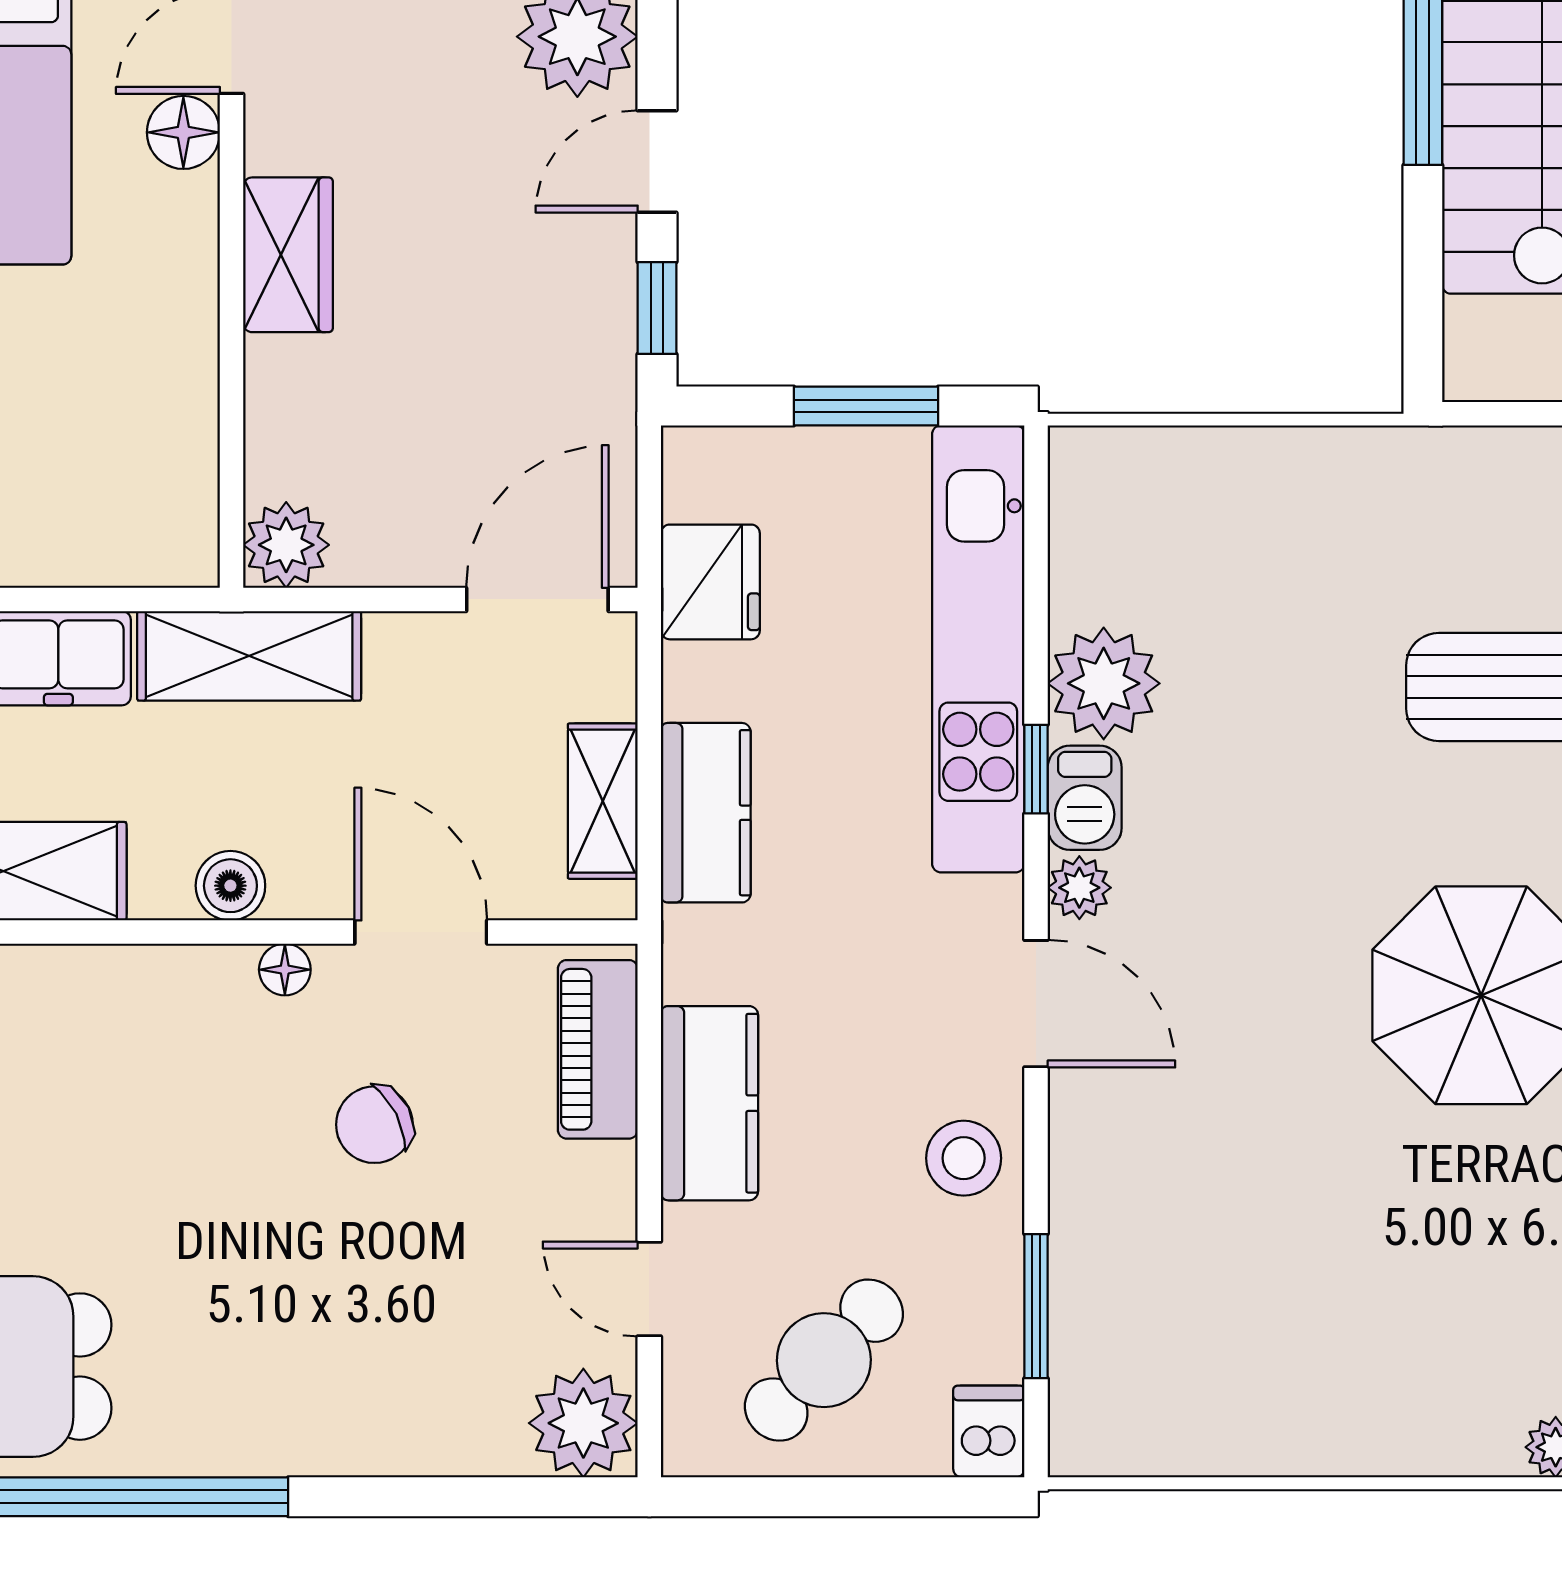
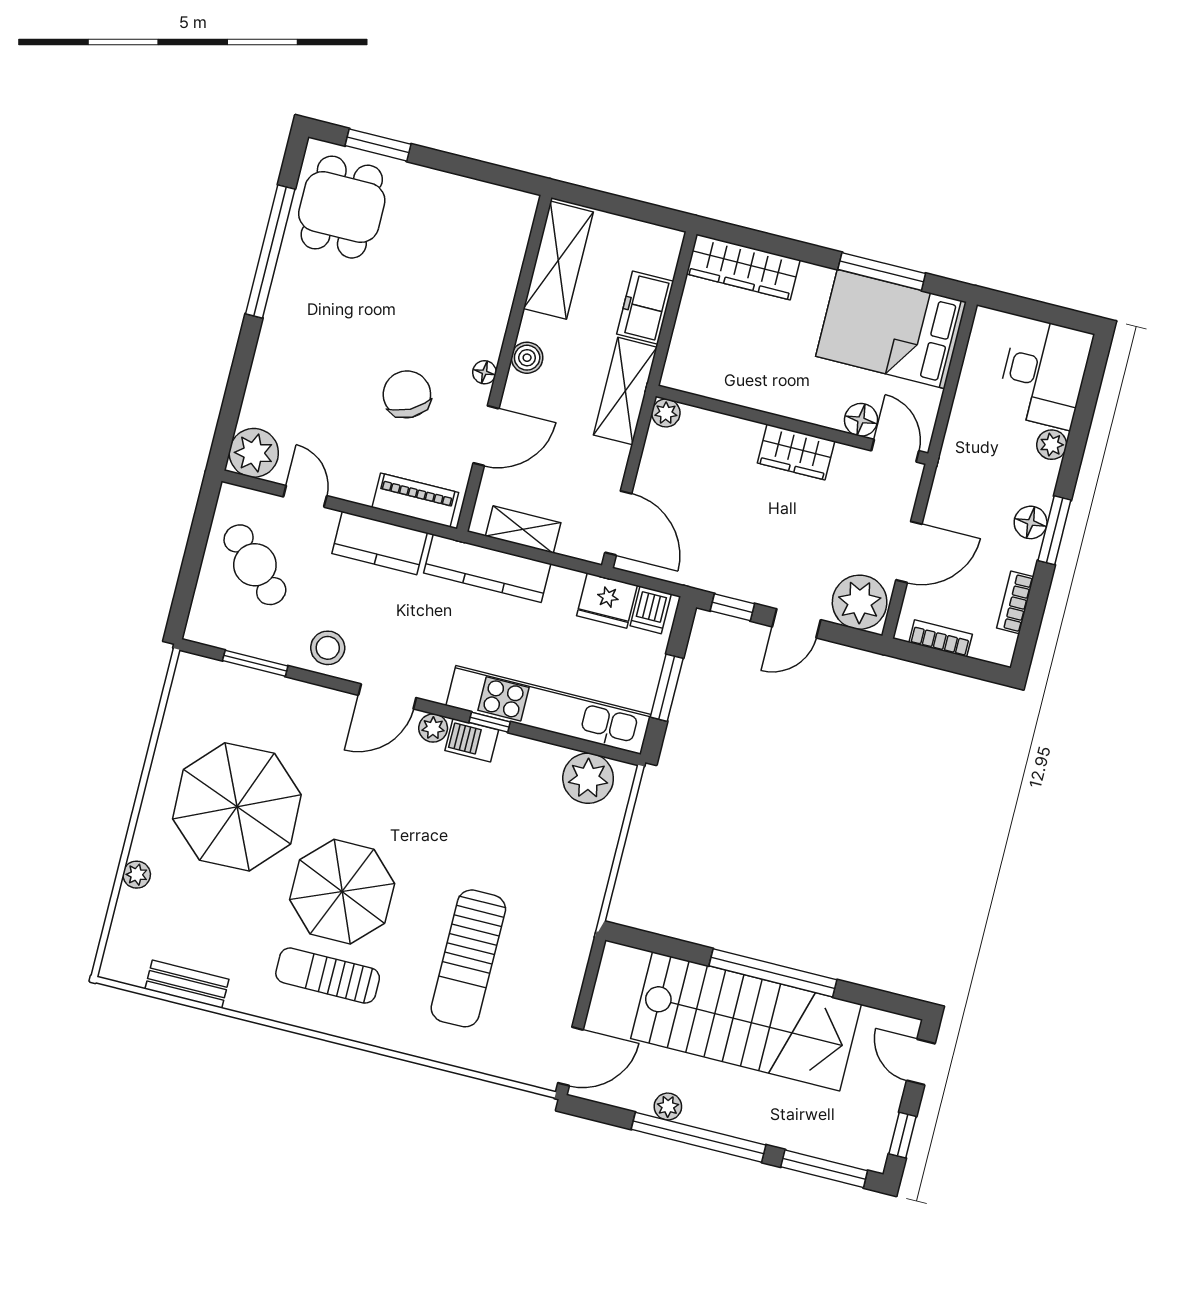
door: (657, 161) -> (796, 623), swing flipped
plant: (286, 545) -> (666, 413), width x0.73, depth x0.73
plant: (1104, 683) -> (588, 778), moved
kitchen counter: (706, 813) -> (487, 568), width x1.50
chair: (374, 1125) -> (407, 394), width x1.37, depth x1.37
parasol: (1355, 1268) -> (237, 807), added
door: (649, 1289) -> (305, 496), hinge flipped
dishwasher: (989, 1432) -> (651, 610), moved, turned 90

